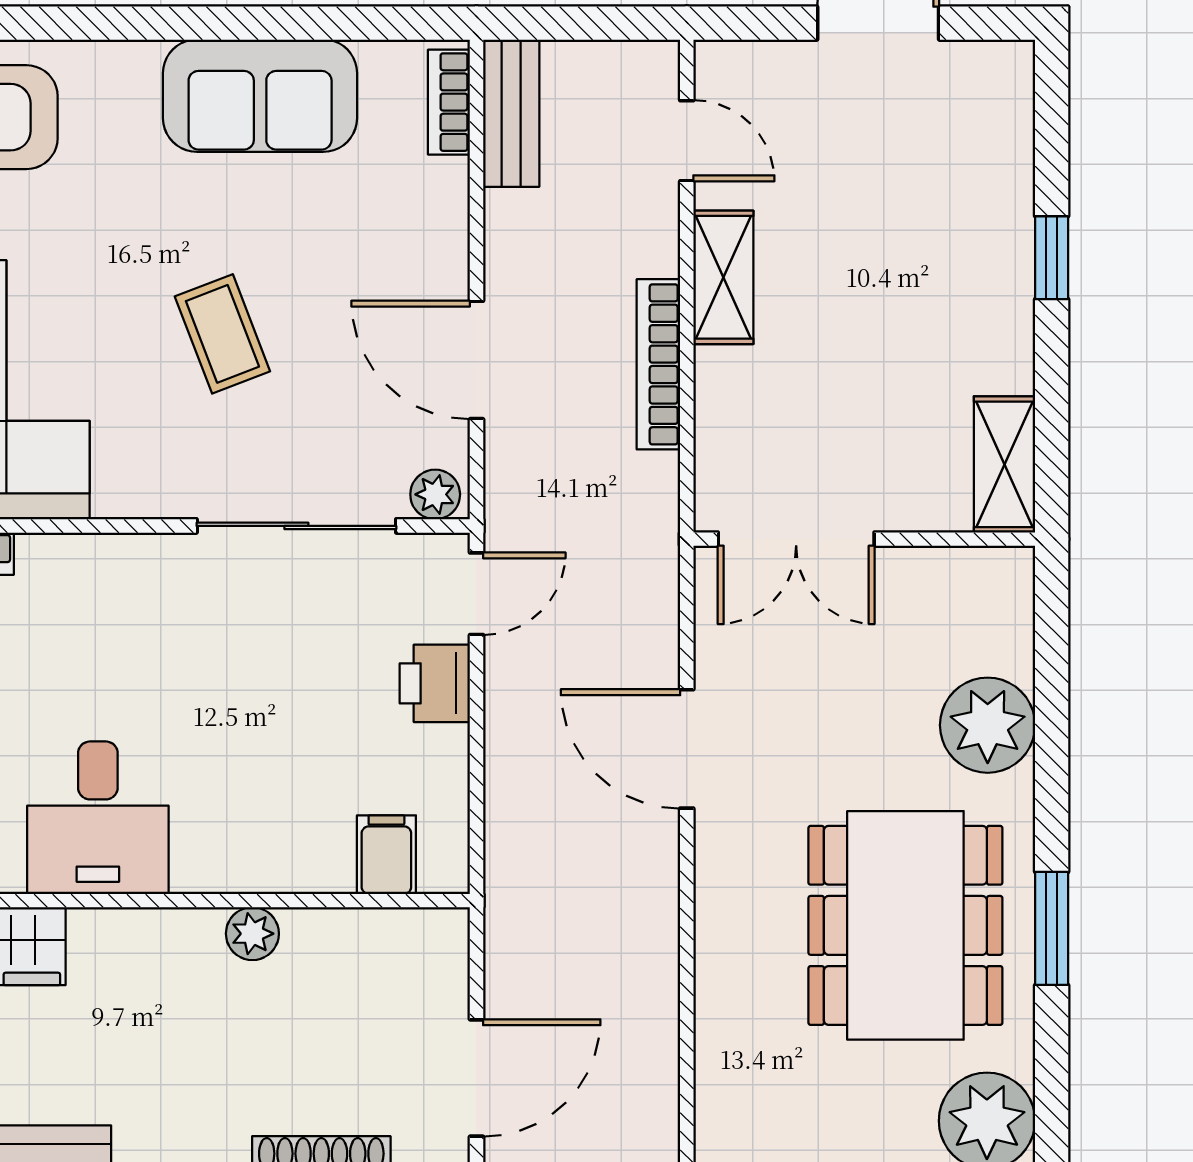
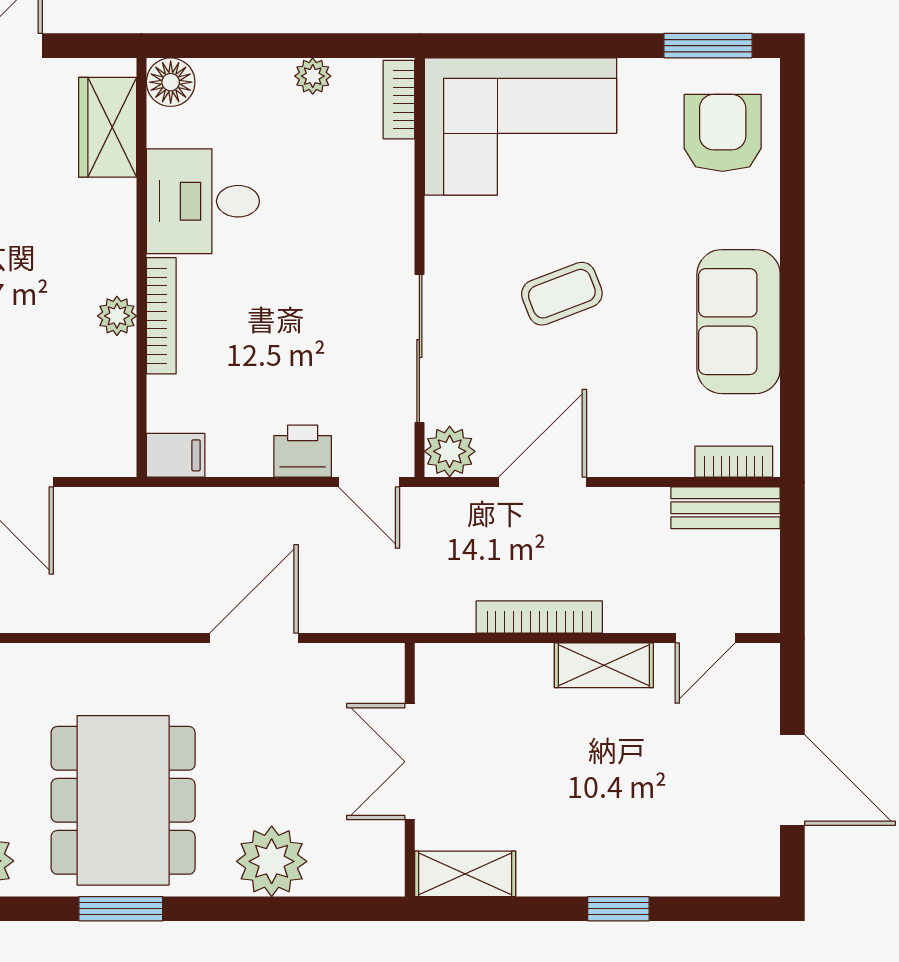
plant: (435, 494) -> (450, 451), width x1.38, depth x1.38
double door: (796, 539) -> (410, 762), moved
filing cabinet: (386, 855) -> (176, 455), moved
bookcase: (252, 874) -> (161, 316), added
dining table: (905, 925) -> (123, 800), turned 90

